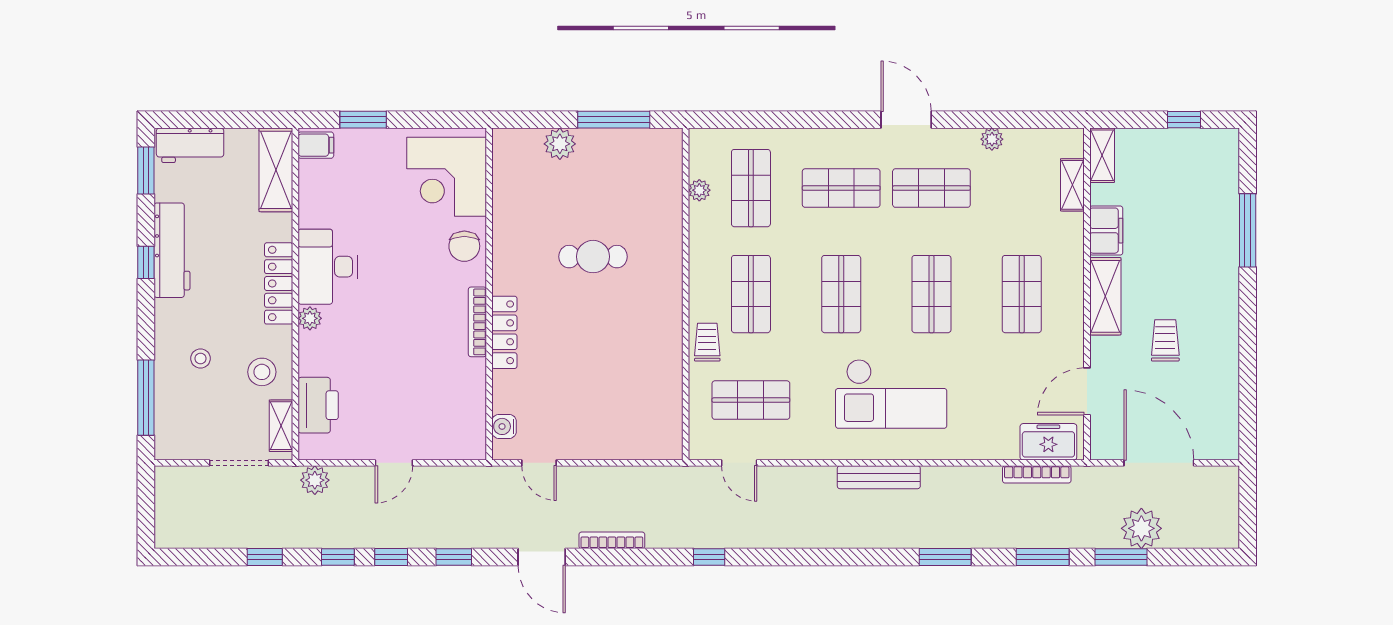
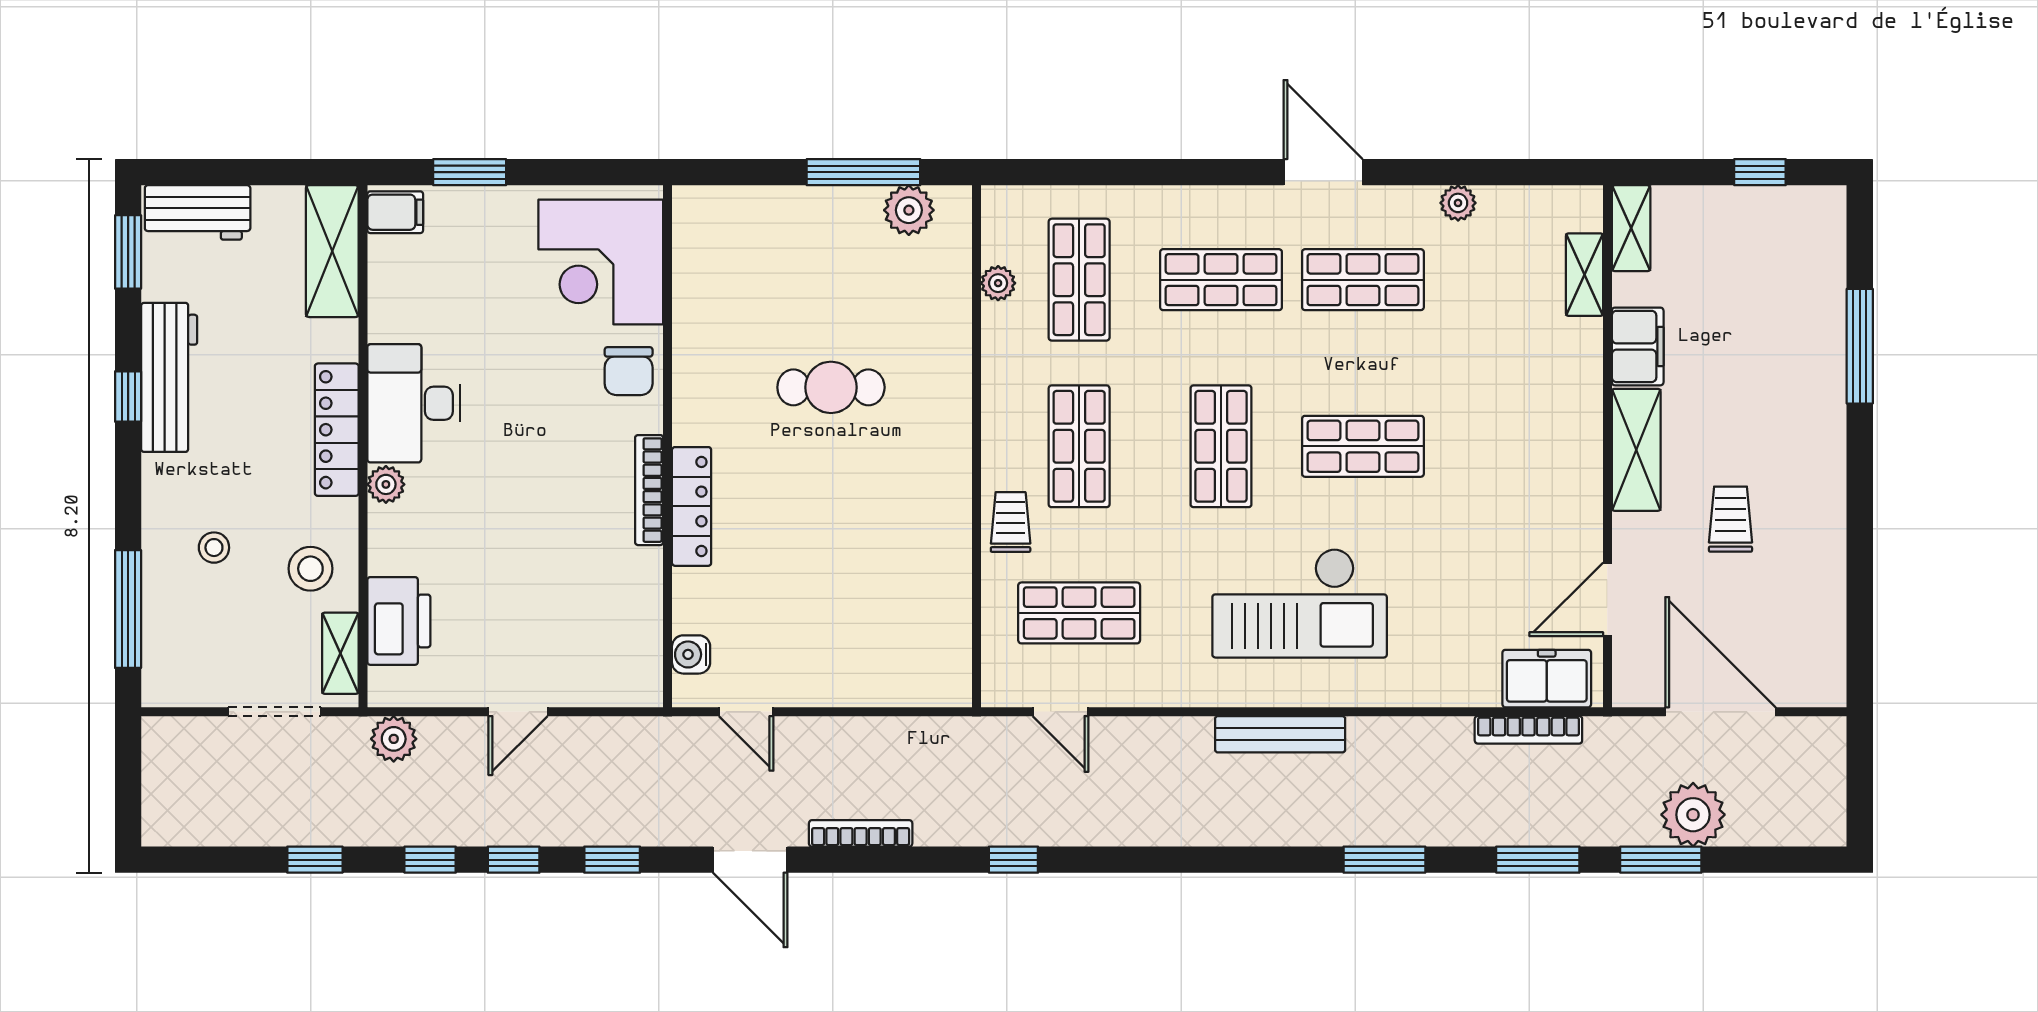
plant: (560, 144) -> (909, 210), moved
shop shelf: (931, 294) -> (1363, 446), turned 90
shop shelf: (1022, 294) -> (1505, 446), removed

